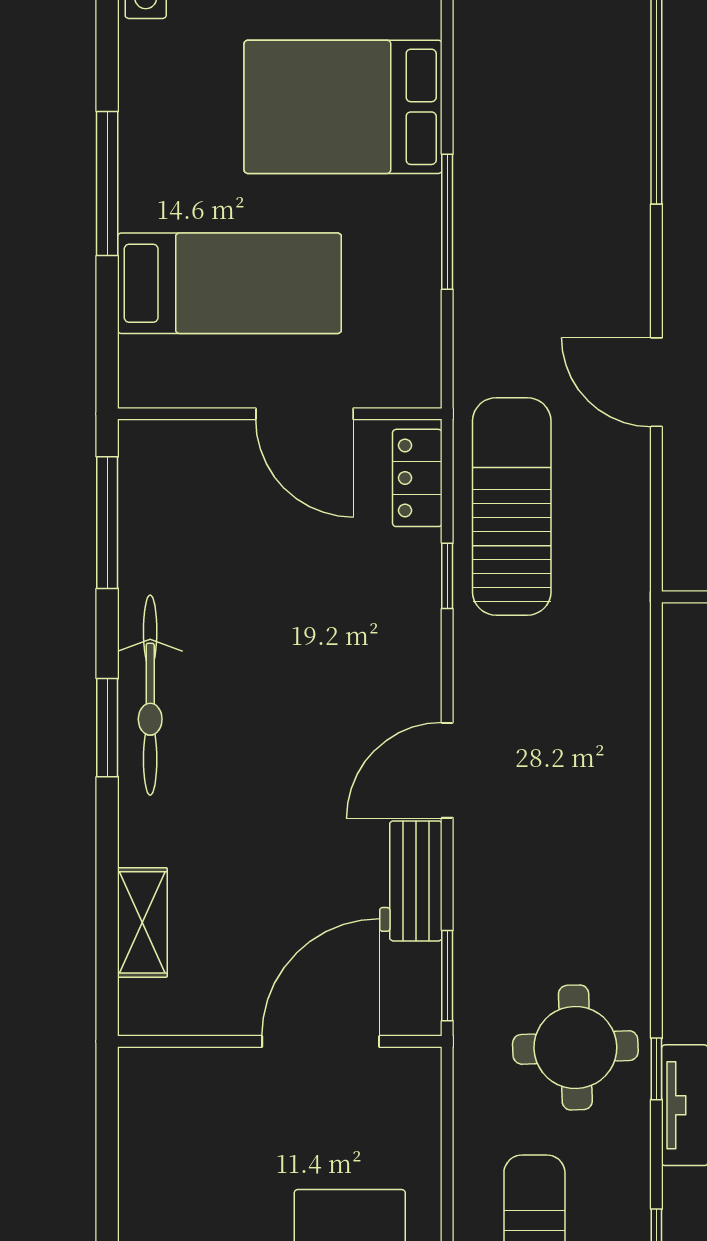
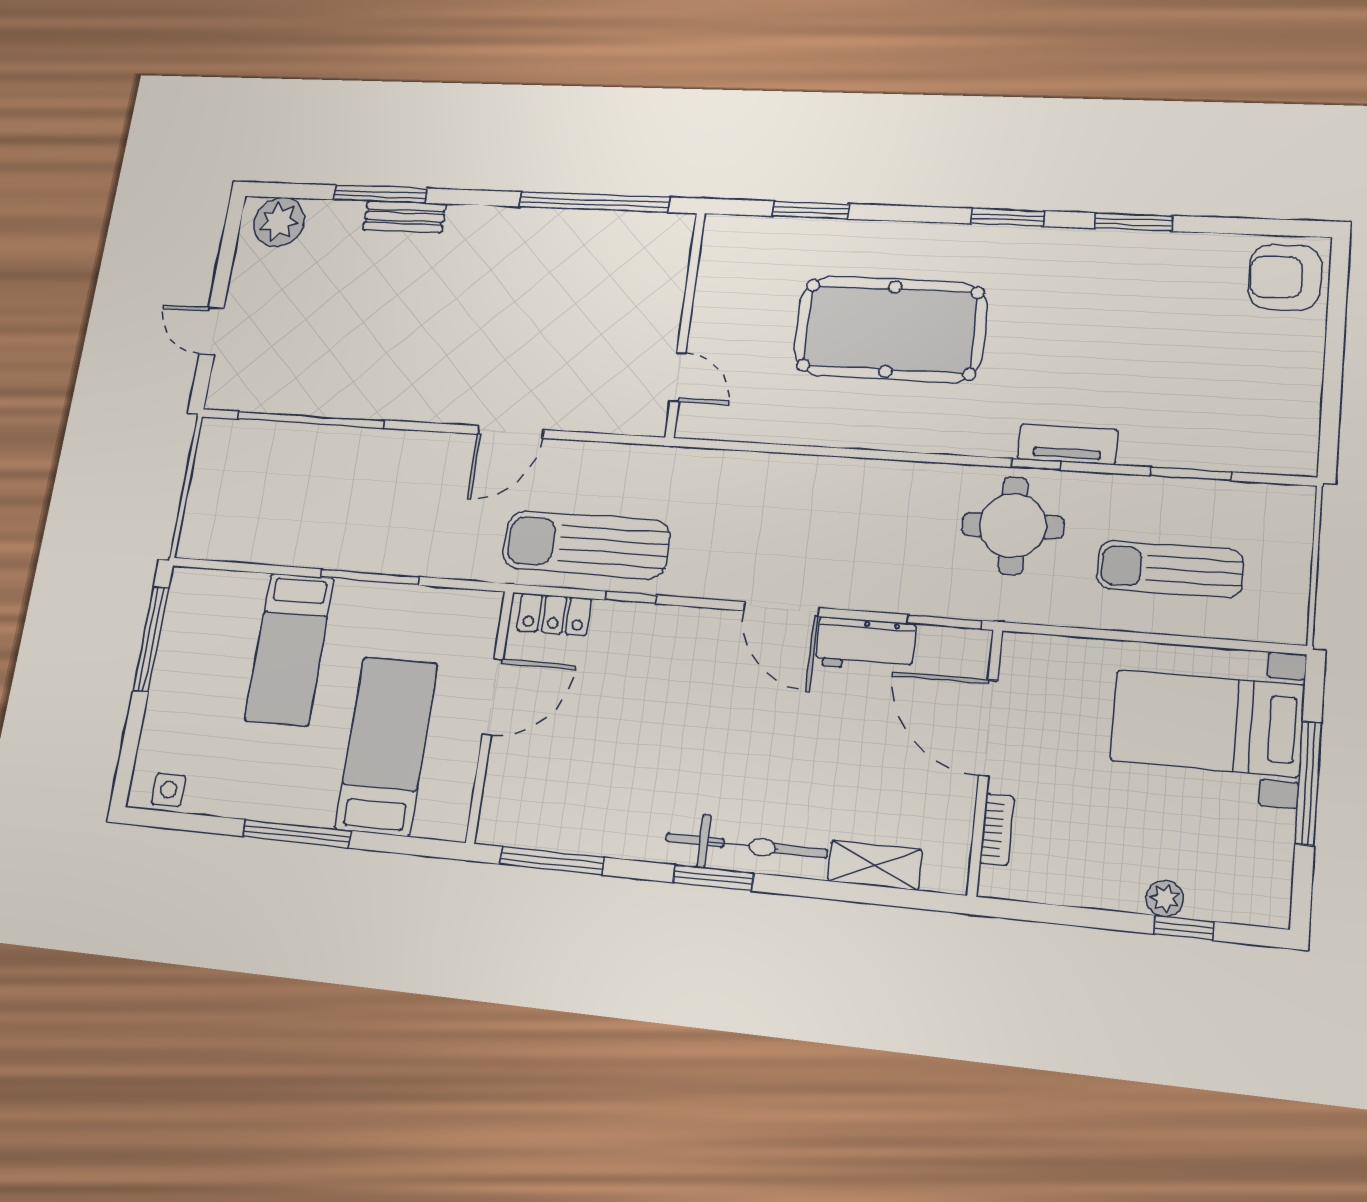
bed: (343, 107) -> (289, 649), width x0.67
bicycle: (150, 695) -> (746, 846), moved
bookcase: (199, 1063) -> (997, 830), added

